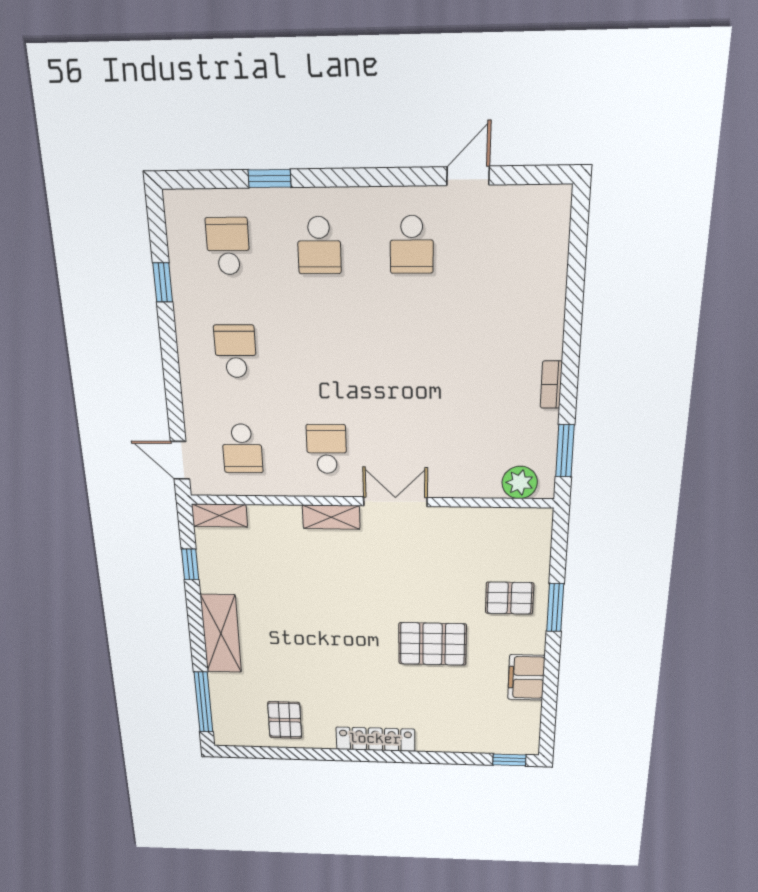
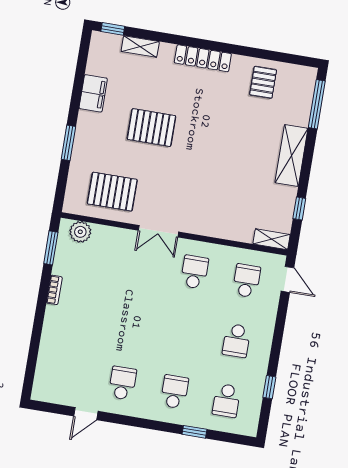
school desk: (327, 449) -> (194, 272), turned 180
shelving: (331, 517) -> (140, 46), moved
pallet: (510, 598) -> (112, 192), moved, width x1.50, depth x1.42

